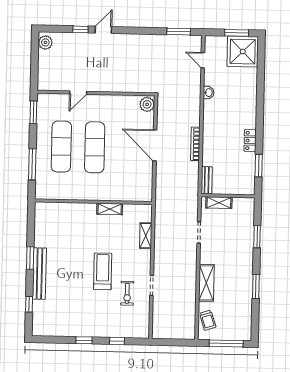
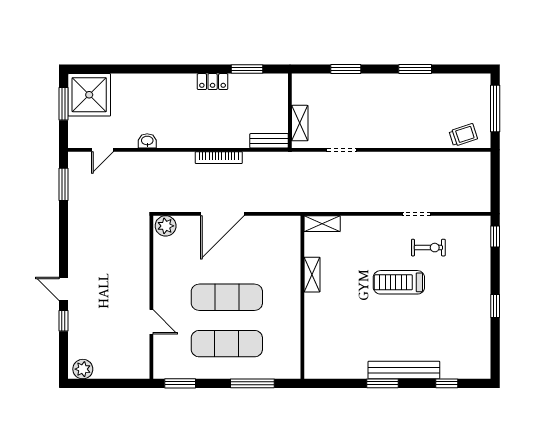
shelving: (146, 236) -> (322, 224), moved
shelving: (206, 283) -> (412, 138), removed
window: (117, 341) -> (495, 237), moved

